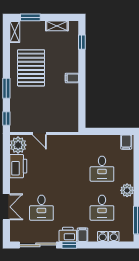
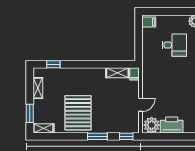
pallet: (31, 68) -> (78, 113), turned 90
filing cabinet: (72, 78) -> (135, 74), moved
shelving: (73, 109) -> (117, 73), added

